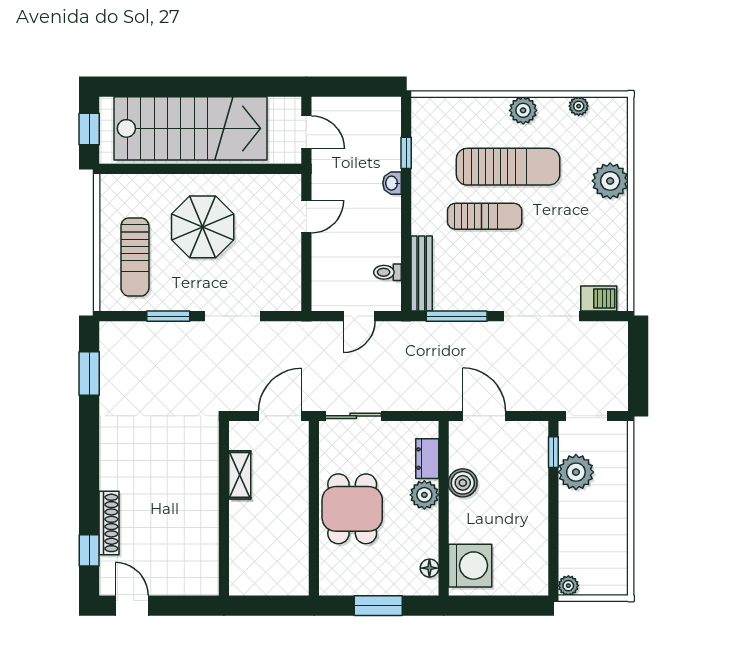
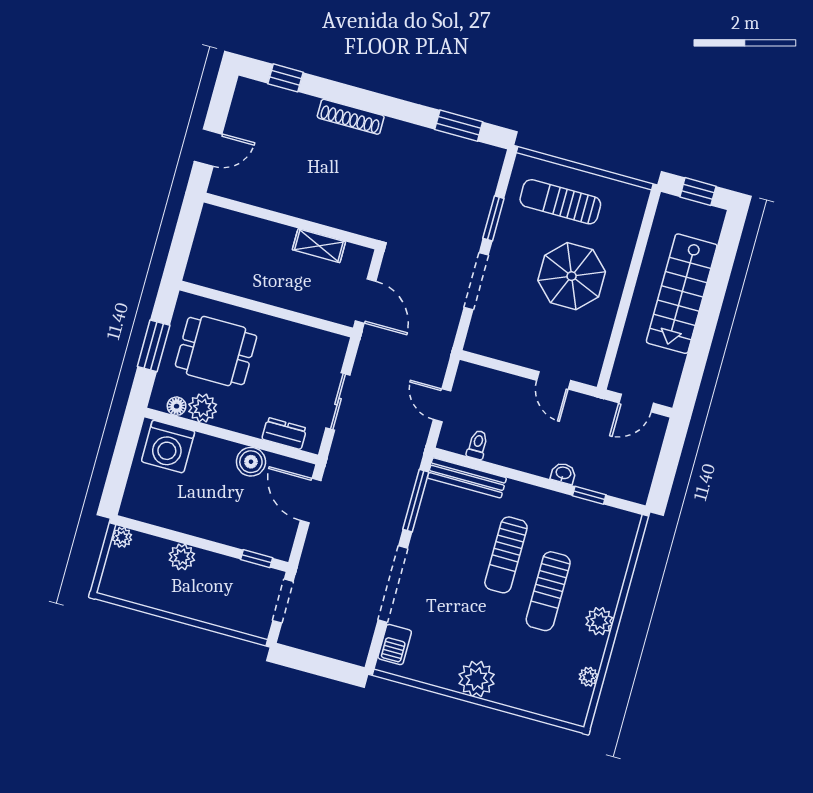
stairs: (190, 128) -> (682, 294), width x0.73, depth x0.66
sun lounger: (508, 167) -> (548, 591), width x0.73, depth x0.75
plant: (610, 181) -> (477, 679), moved
sliding door: (353, 416) -> (338, 402), moved
door: (484, 416) -> (311, 501), swing flipped
plant: (576, 472) -> (182, 557), moved, width x0.73, depth x0.73
plant: (424, 495) -> (203, 408), moved
dining table: (352, 509) -> (216, 351), moved
shoe rack: (109, 523) -> (351, 117), moved
door: (132, 606) -> (208, 148), moved

